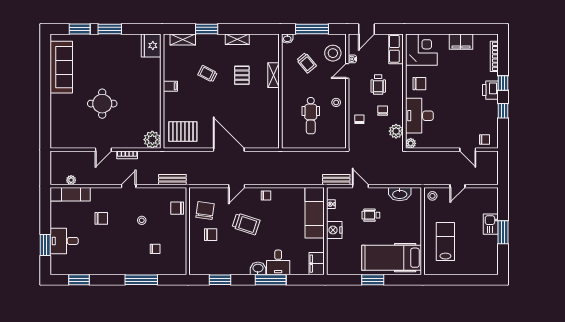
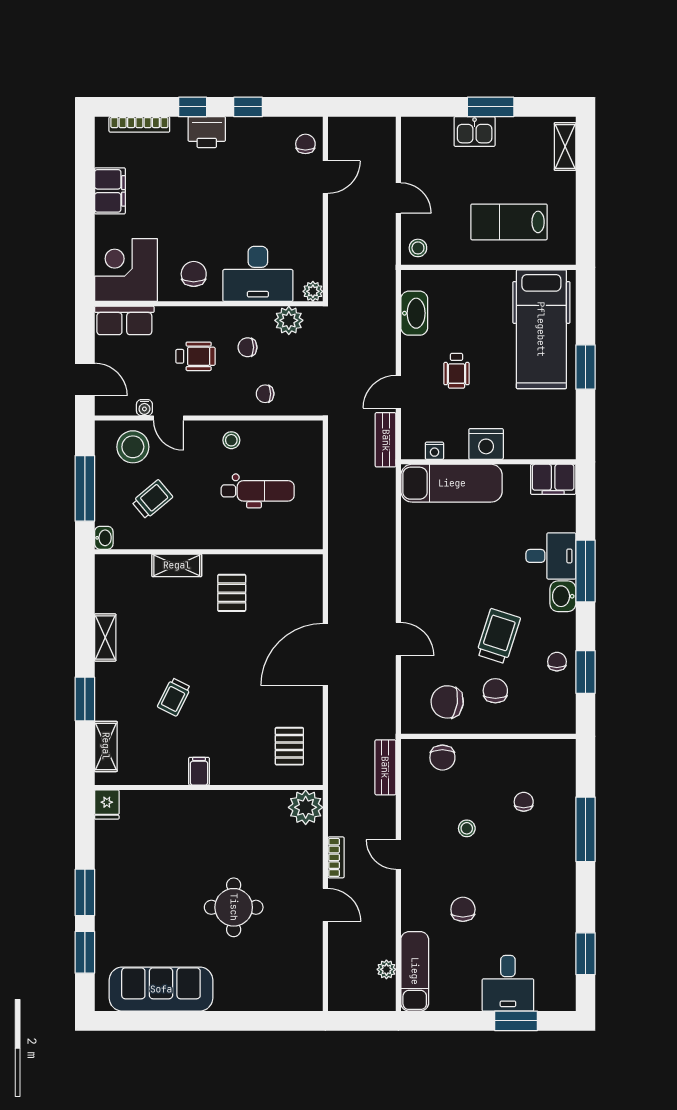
fridge: (151, 45) -> (107, 805), width x0.53, depth x0.75
pallet: (242, 75) -> (232, 593), moved, turned 90
pallet: (183, 131) -> (289, 746), width x0.67, depth x0.71
chair: (266, 196) -> (557, 662), moved
trolley: (246, 224) -> (498, 636), moved
shelving: (483, 270) -> (565, 147), added

